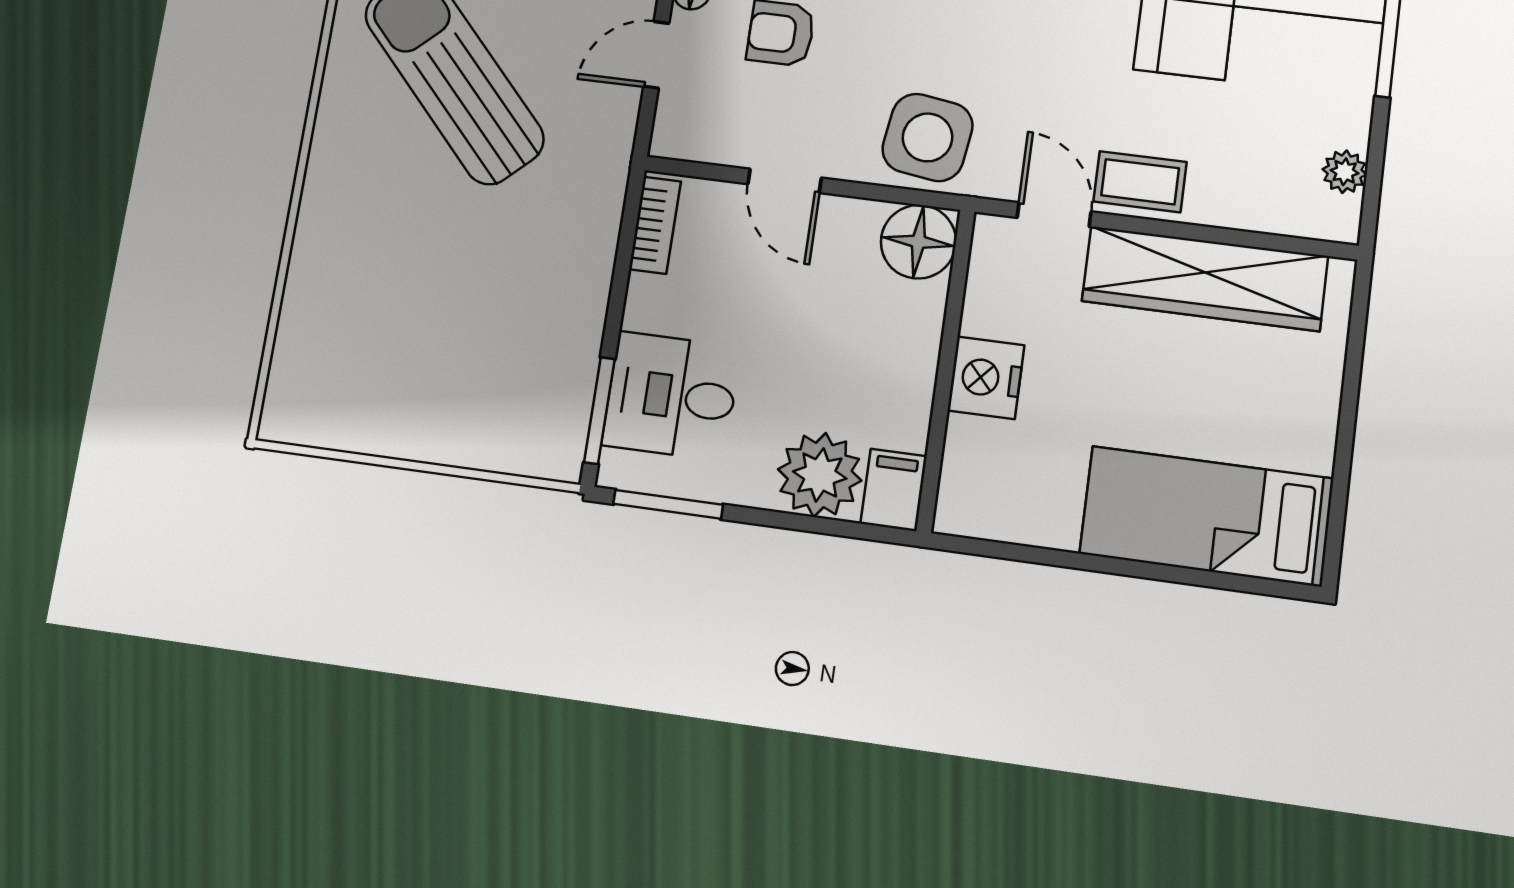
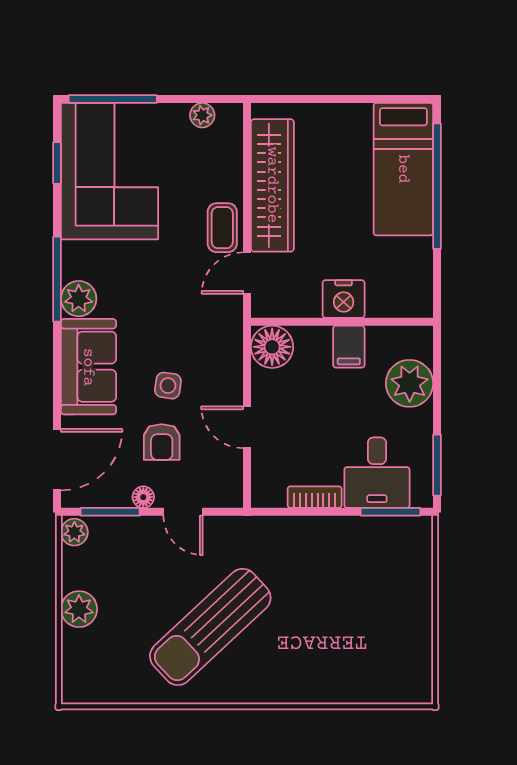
side table: (928, 137) -> (168, 386), moved, width x0.54, depth x0.54
door: (785, 181) -> (247, 427), swing flipped
bookcase: (655, 225) -> (315, 497), moved
filing cabinet: (894, 490) -> (349, 347), moved, turned -90
window: (1168, 573) -> (437, 186), added

